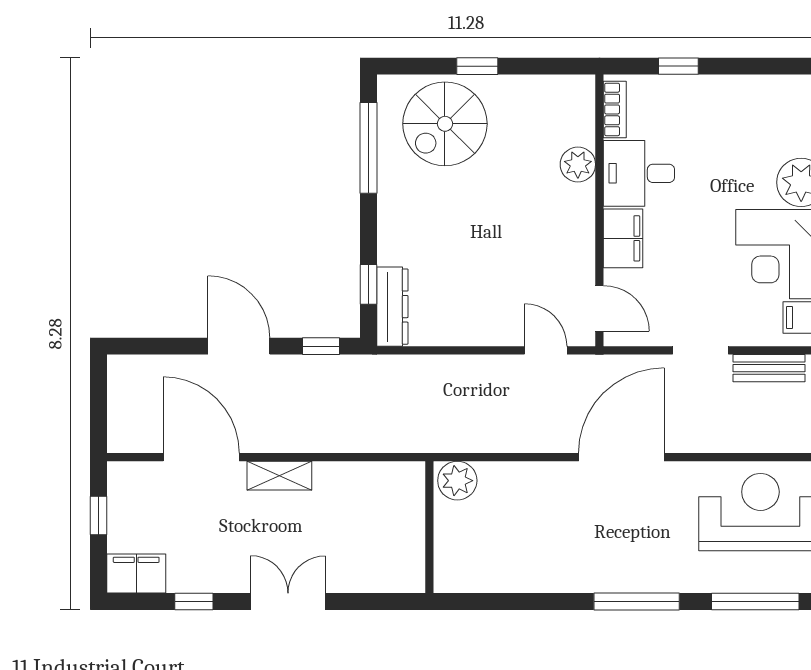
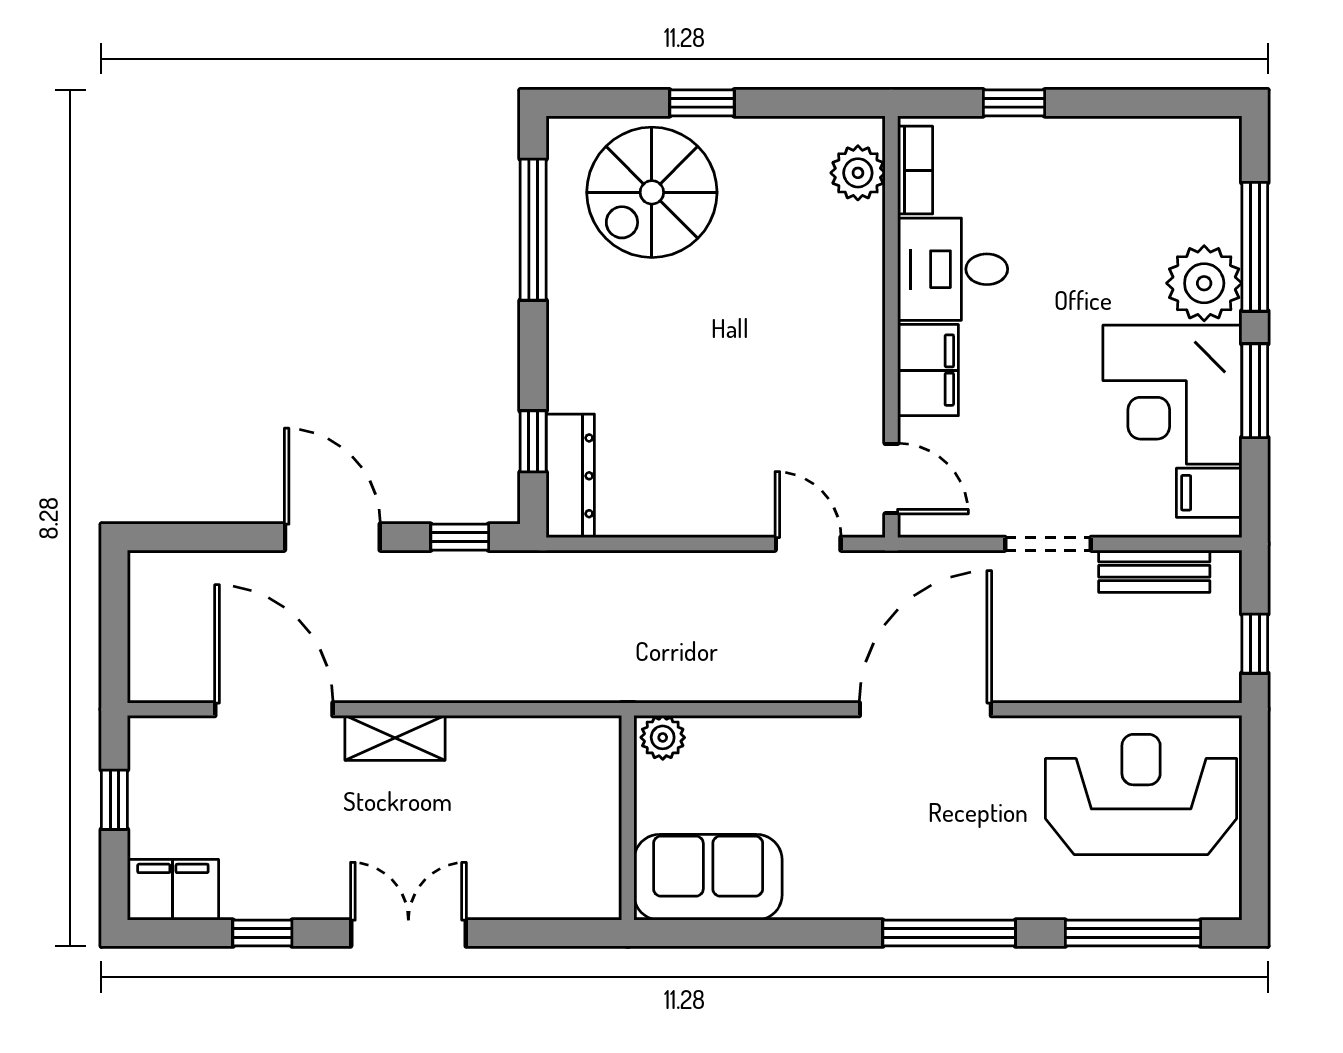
plant: (578, 164) -> (858, 173), moved
plant: (457, 481) -> (663, 737), width x0.73, depth x0.73
sofa: (481, 565) -> (708, 877), added

